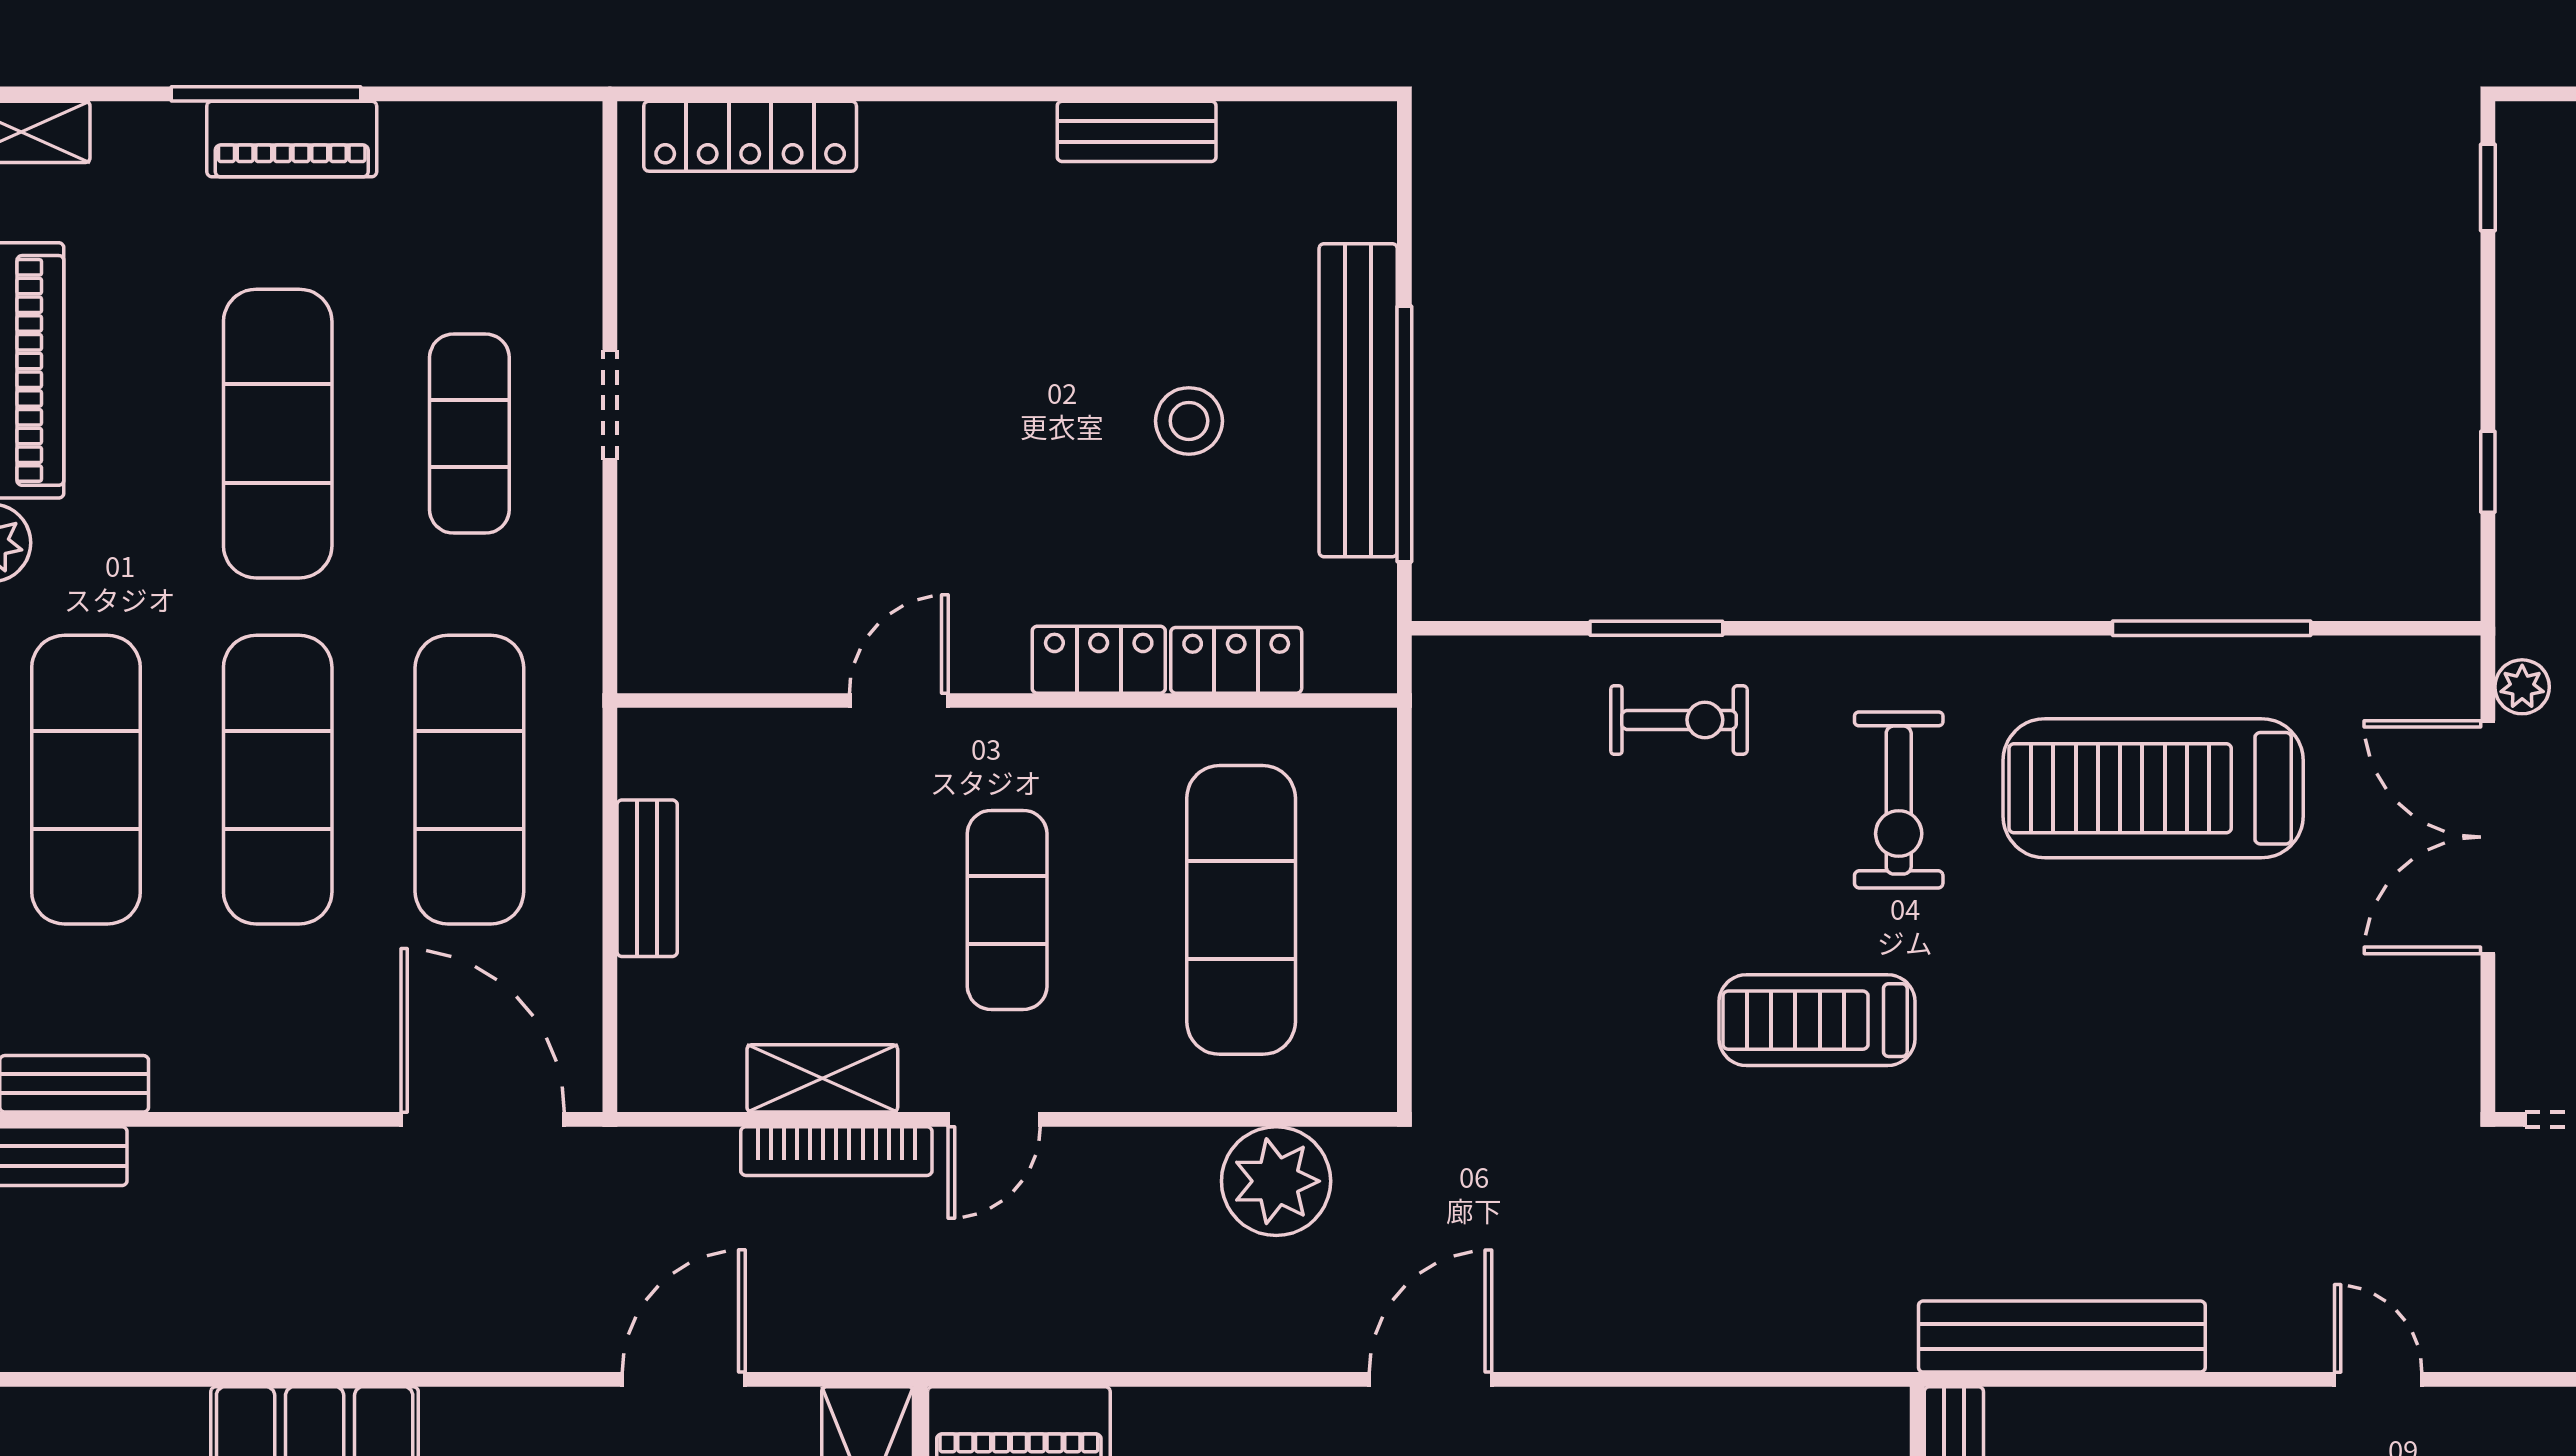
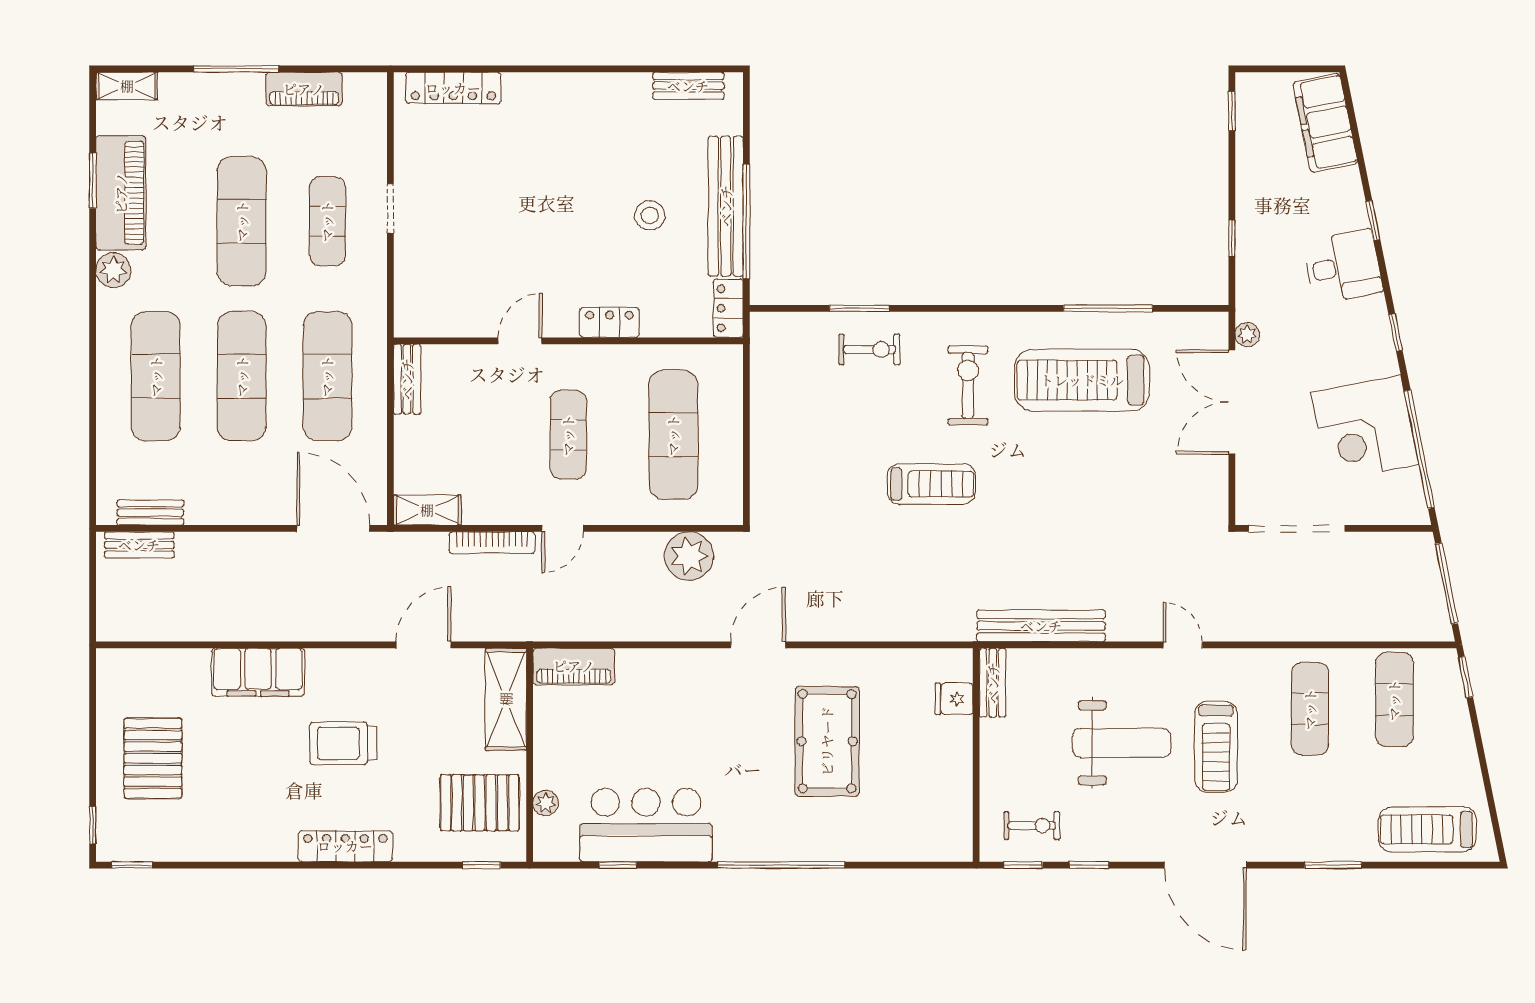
bench: (1137, 131) -> (688, 86), moved
piano: (292, 139) -> (304, 89), moved
locker: (1236, 660) -> (728, 308), moved, turned -90
exercise bike: (1899, 800) -> (968, 385), turned 180
bench: (647, 878) -> (407, 379), moved
treadmill: (1817, 1020) -> (931, 484), turned 180
shelving: (822, 1078) -> (427, 510), moved

